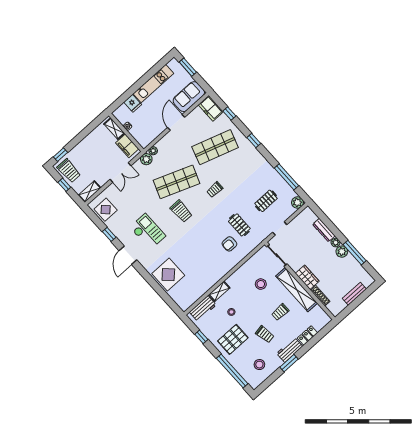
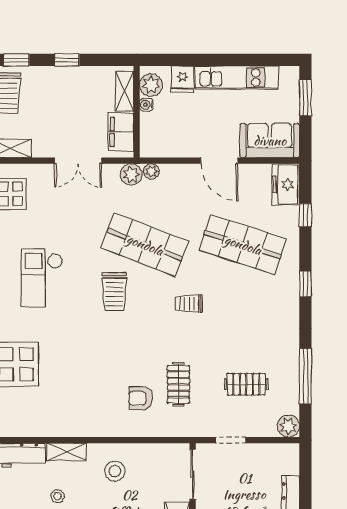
plant: (122, 117) -> (151, 85), added
door: (176, 122) -> (219, 161), swing flipped
window: (80, 137) -> (67, 60), added
checkout: (148, 232) -> (42, 278), turned 180
stool: (261, 284) -> (115, 471), moved

